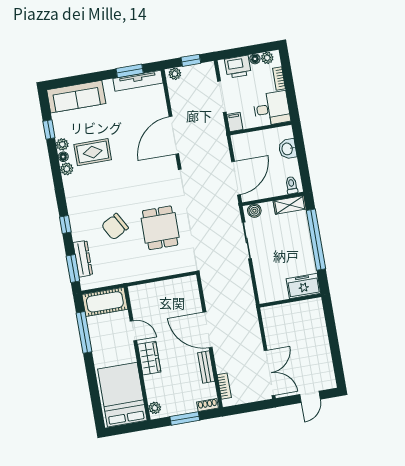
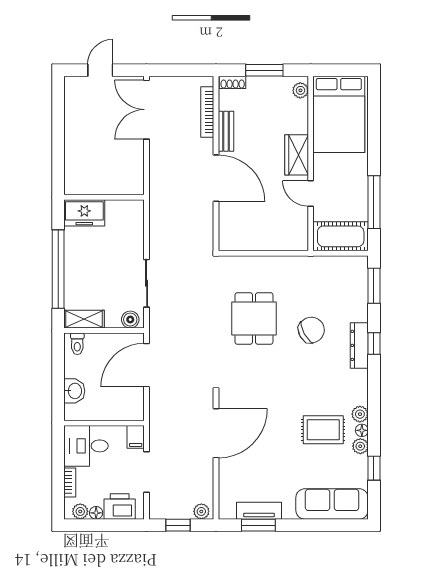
tv unit: (138, 81) -> (259, 511), width x0.71
dresser: (83, 259) -> (359, 345), moved
bookcase: (224, 386) -> (207, 112), width x1.56

